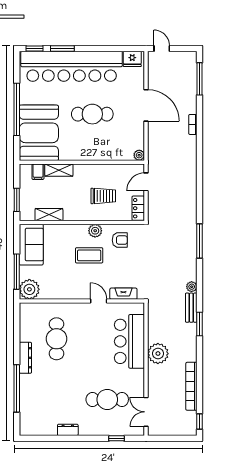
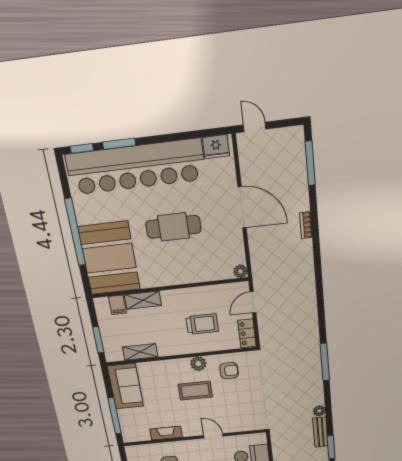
plant: (29, 289) -> (133, 432), removed
fireplace: (123, 294) -> (166, 433), moved

